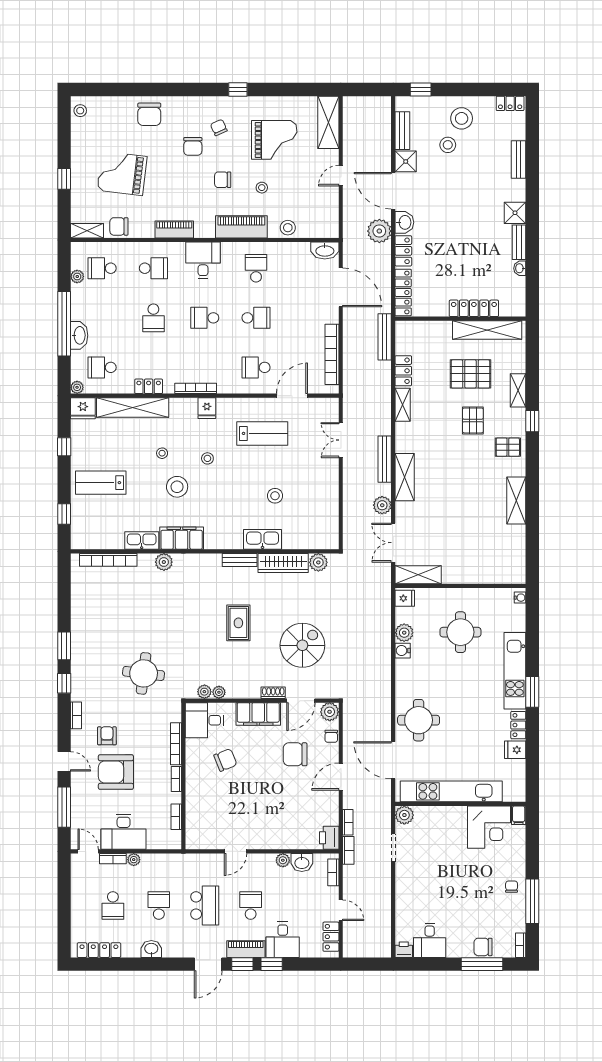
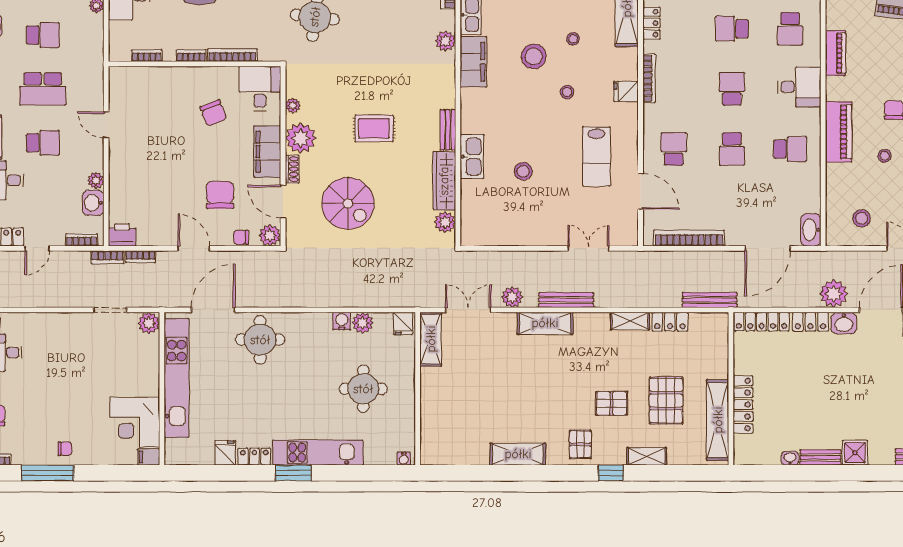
stool: (288, 228) -> (862, 218), moved
plant: (204, 692) -> (301, 138), moved, width x1.88, depth x1.88

